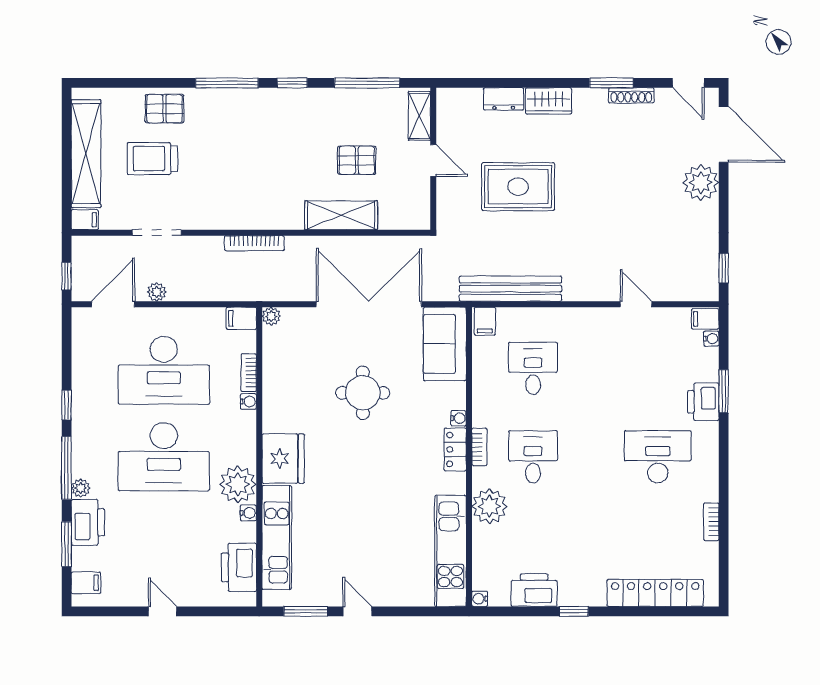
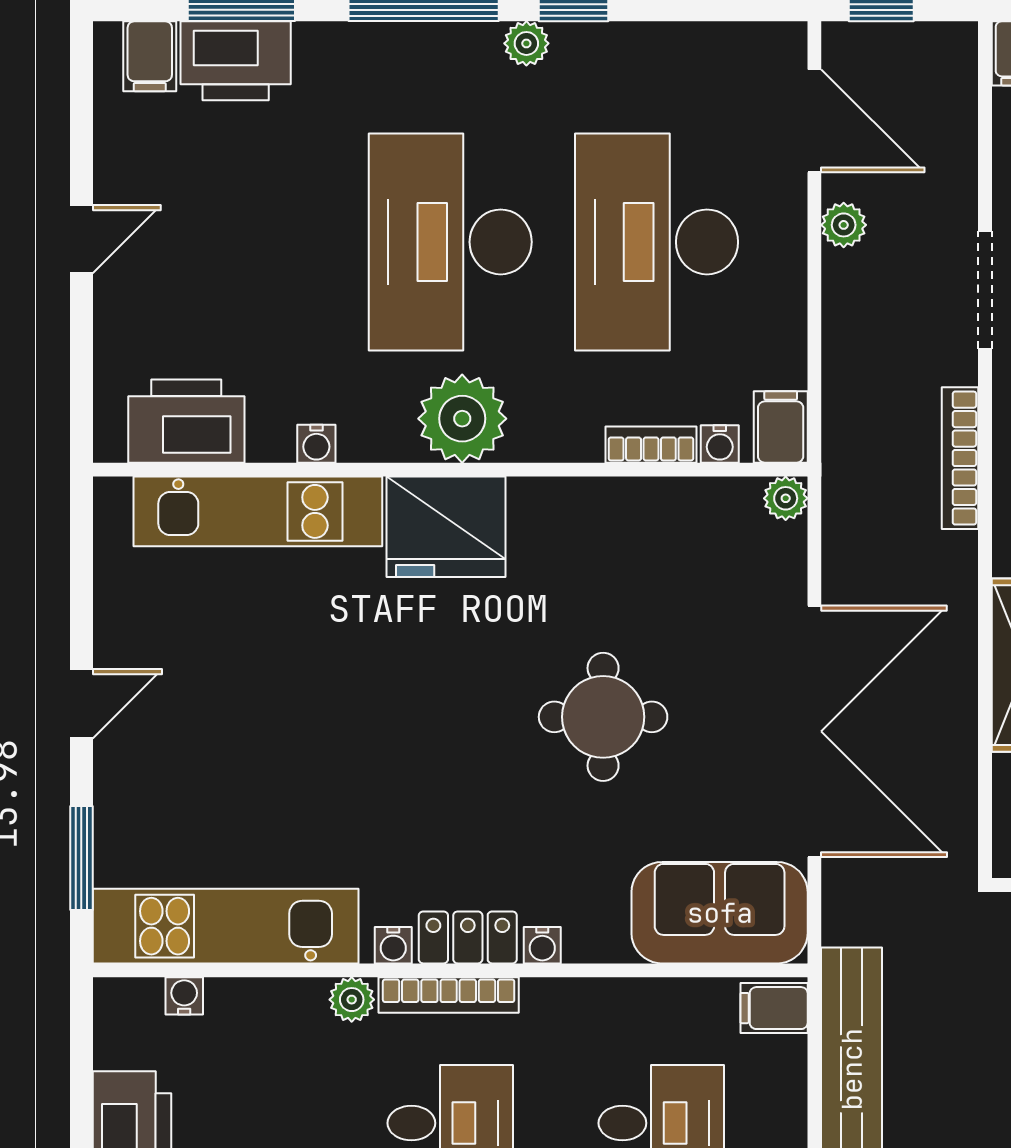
doorway: (157, 233) -> (985, 290), moved
water cooler: (248, 401) -> (720, 444), moved
bookcase: (479, 447) -> (449, 995), width x1.56
water cooler: (458, 481) -> (393, 945), added
plant: (238, 484) -> (462, 419), moved
plant: (81, 488) -> (526, 43), moved
plant: (489, 506) -> (352, 1000), width x0.53, depth x0.53
printer: (88, 522) -> (236, 61), moved
water cooler: (480, 599) -> (184, 996), moved
window: (306, 611) -> (81, 858), moved

